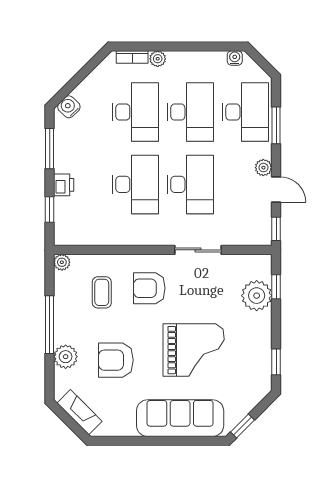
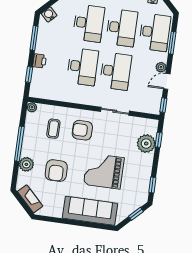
door: (276, 189) -> (167, 81), swing flipped
grand piano: (194, 350) -> (104, 171), turned 180
armchair: (116, 360) -> (56, 171), turned -90
window: (243, 426) -> (136, 214), moved

